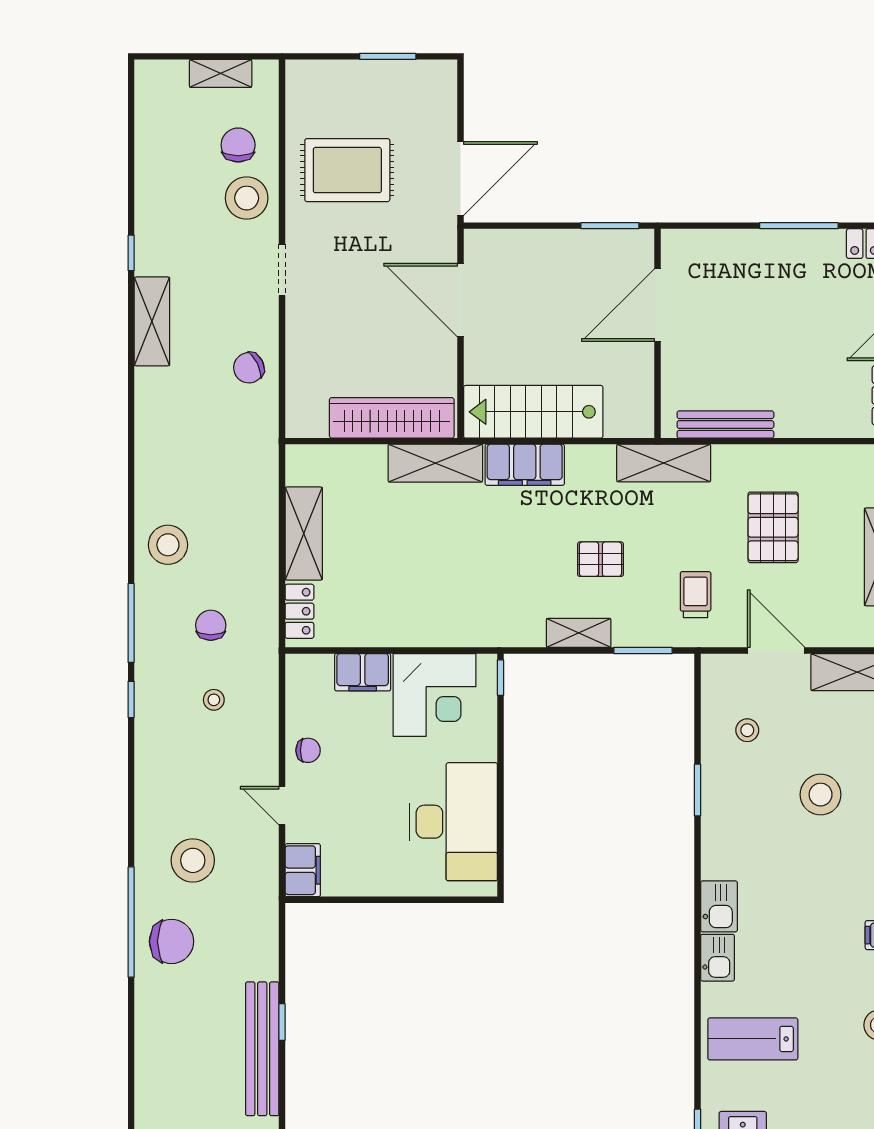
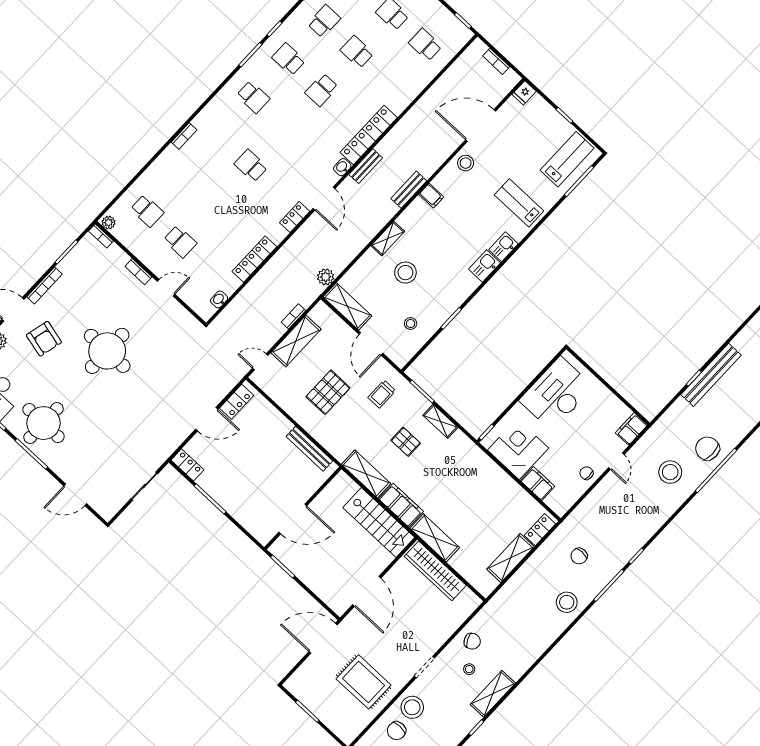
shelving: (664, 463) -> (366, 474), moved
stool: (214, 700) -> (469, 669), moved
lab bench: (753, 1039) -> (519, 203), turned 180

